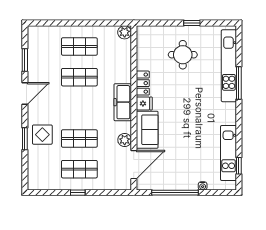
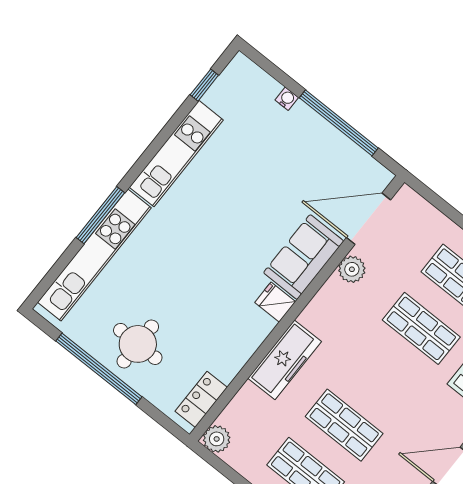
window: (192, 23) -> (99, 369), width x3.17
round table: (183, 55) -> (138, 344), moved
locker: (143, 83) -> (201, 399), moved
freezer: (123, 102) -> (285, 360), moved
kitchen unit: (229, 153) -> (176, 154), moved

